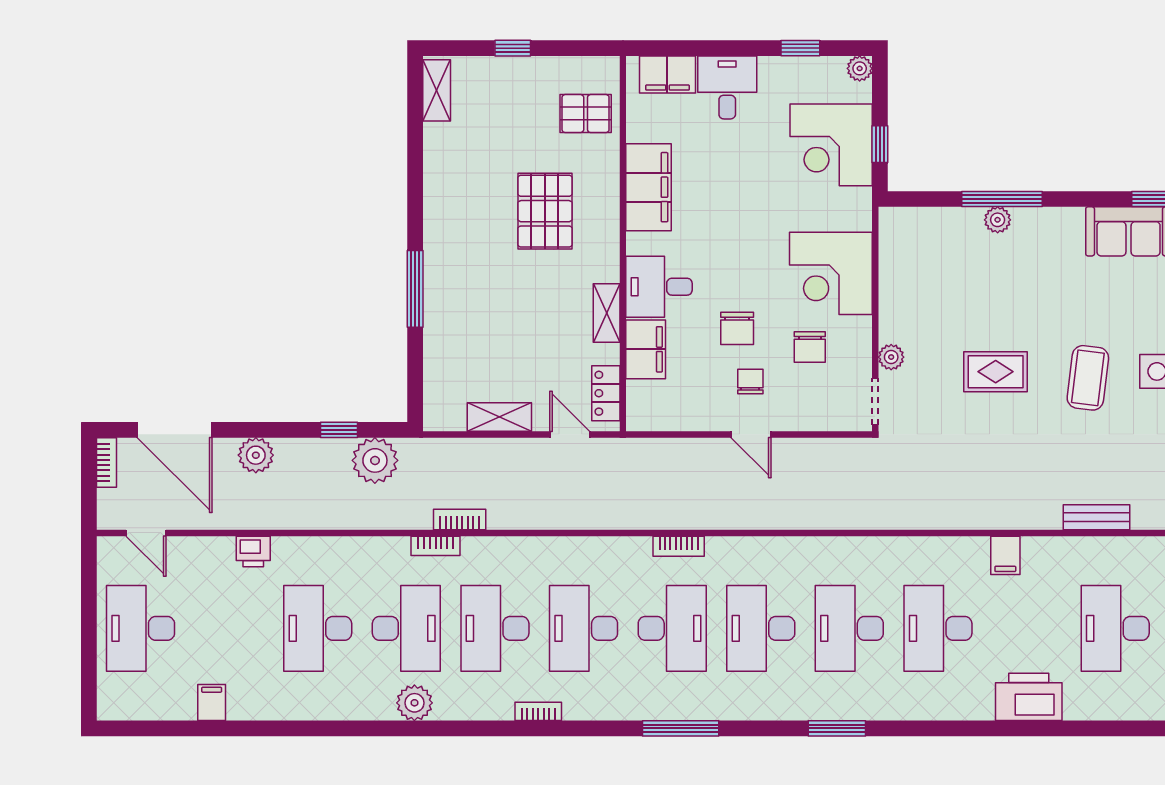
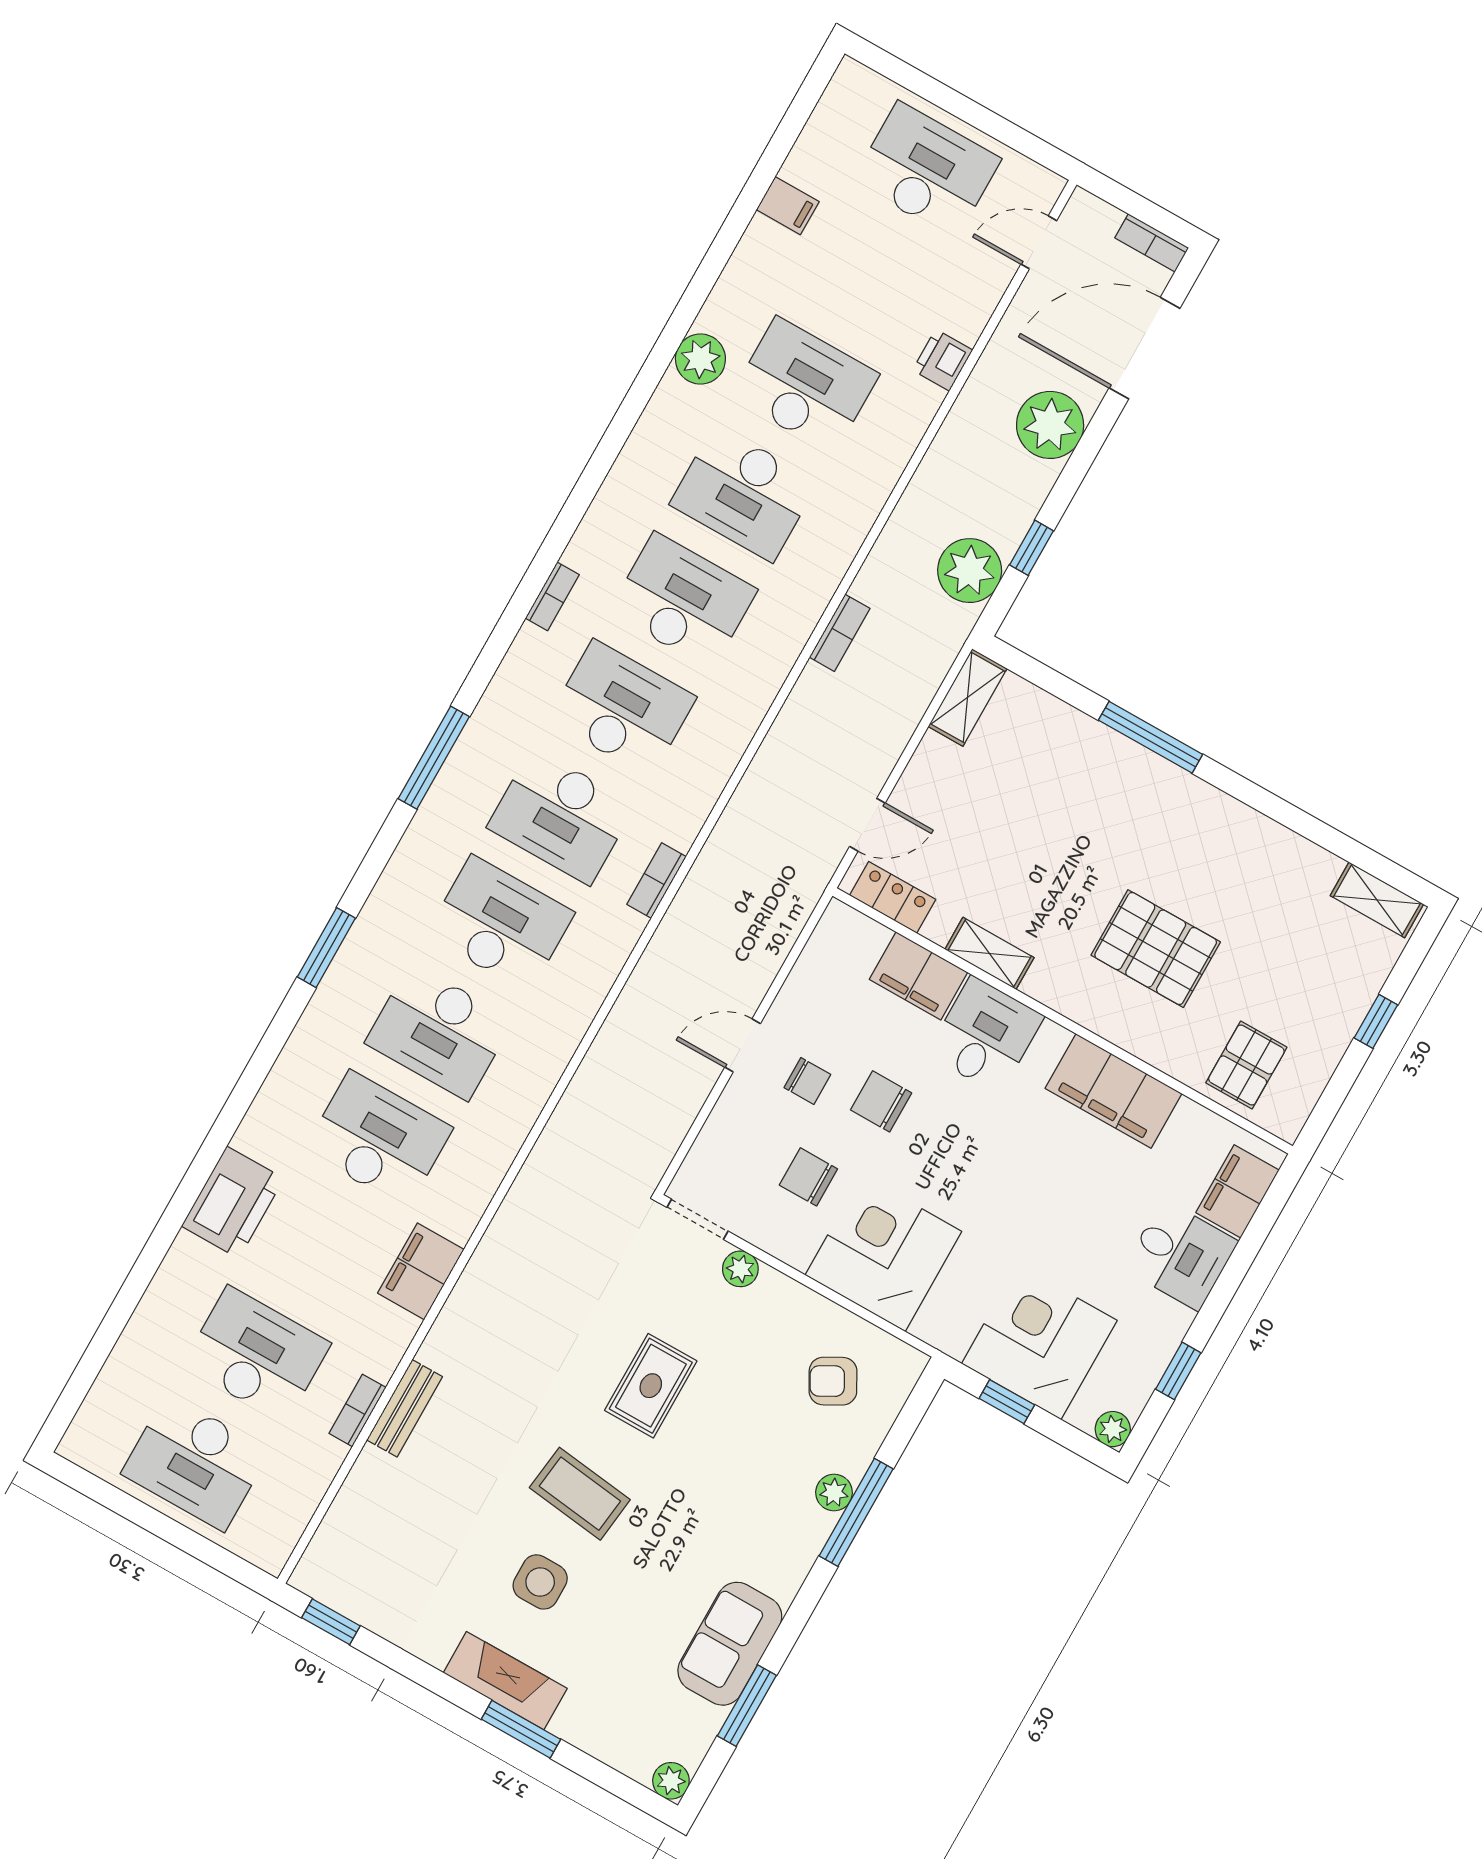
armchair: (928, 260) -> (833, 1381), added
shelving: (499, 417) -> (967, 697), moved
plant: (256, 455) -> (1050, 425), width x1.36, depth x1.36
bookcase: (436, 546) -> (357, 1410), moved
filing cabinet: (1005, 555) -> (421, 1271), width x2.00
desk: (849, 628) -> (439, 1032), turned 180
plant: (414, 703) -> (700, 359), moved

